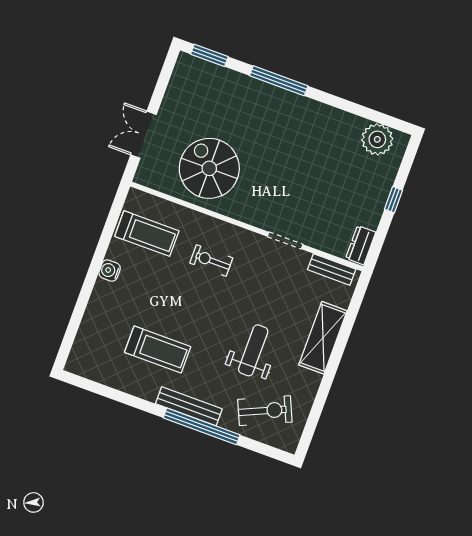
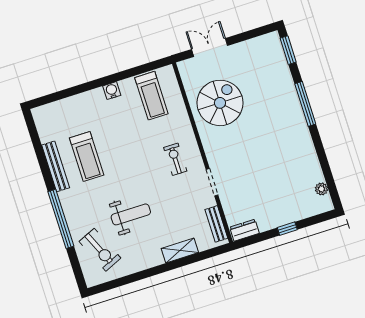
plant: (377, 139) -> (321, 189), width x0.53, depth x0.53
exercise bike: (211, 261) -> (175, 159), moved
shelving: (323, 338) -> (180, 251), width x0.67, depth x0.75
bench: (189, 406) -> (56, 166), moved

